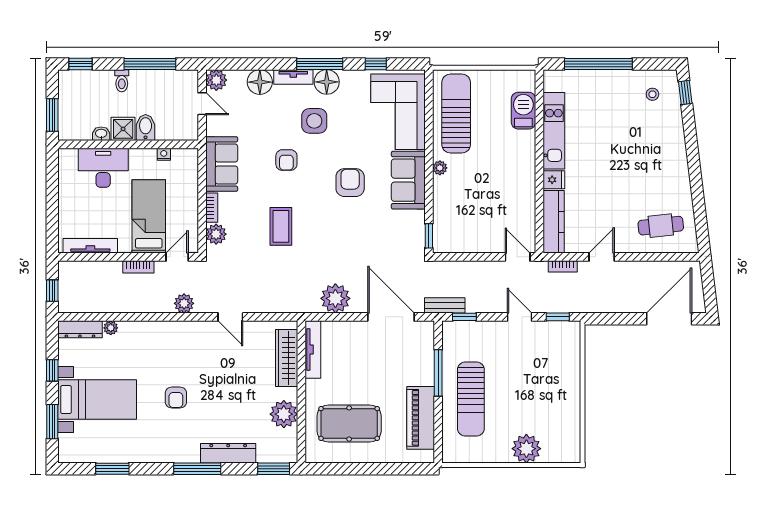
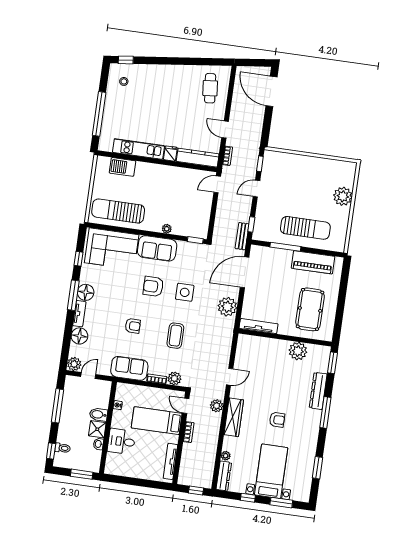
toilet: (122, 81) -> (63, 448), moved
side table: (314, 121) -> (185, 292), moved
desk: (103, 168) -> (121, 441), width x0.73
plant: (440, 168) -> (167, 229), moved
coffee table: (281, 226) -> (175, 336), turned 90
wardrobe: (287, 358) -> (234, 417), moved, turned -90

